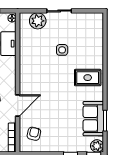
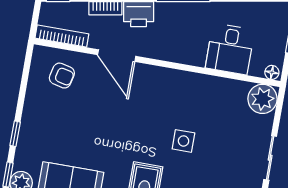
plant: (38, 21) -> (263, 99), moved
side table: (62, 50) -> (183, 141), moved

